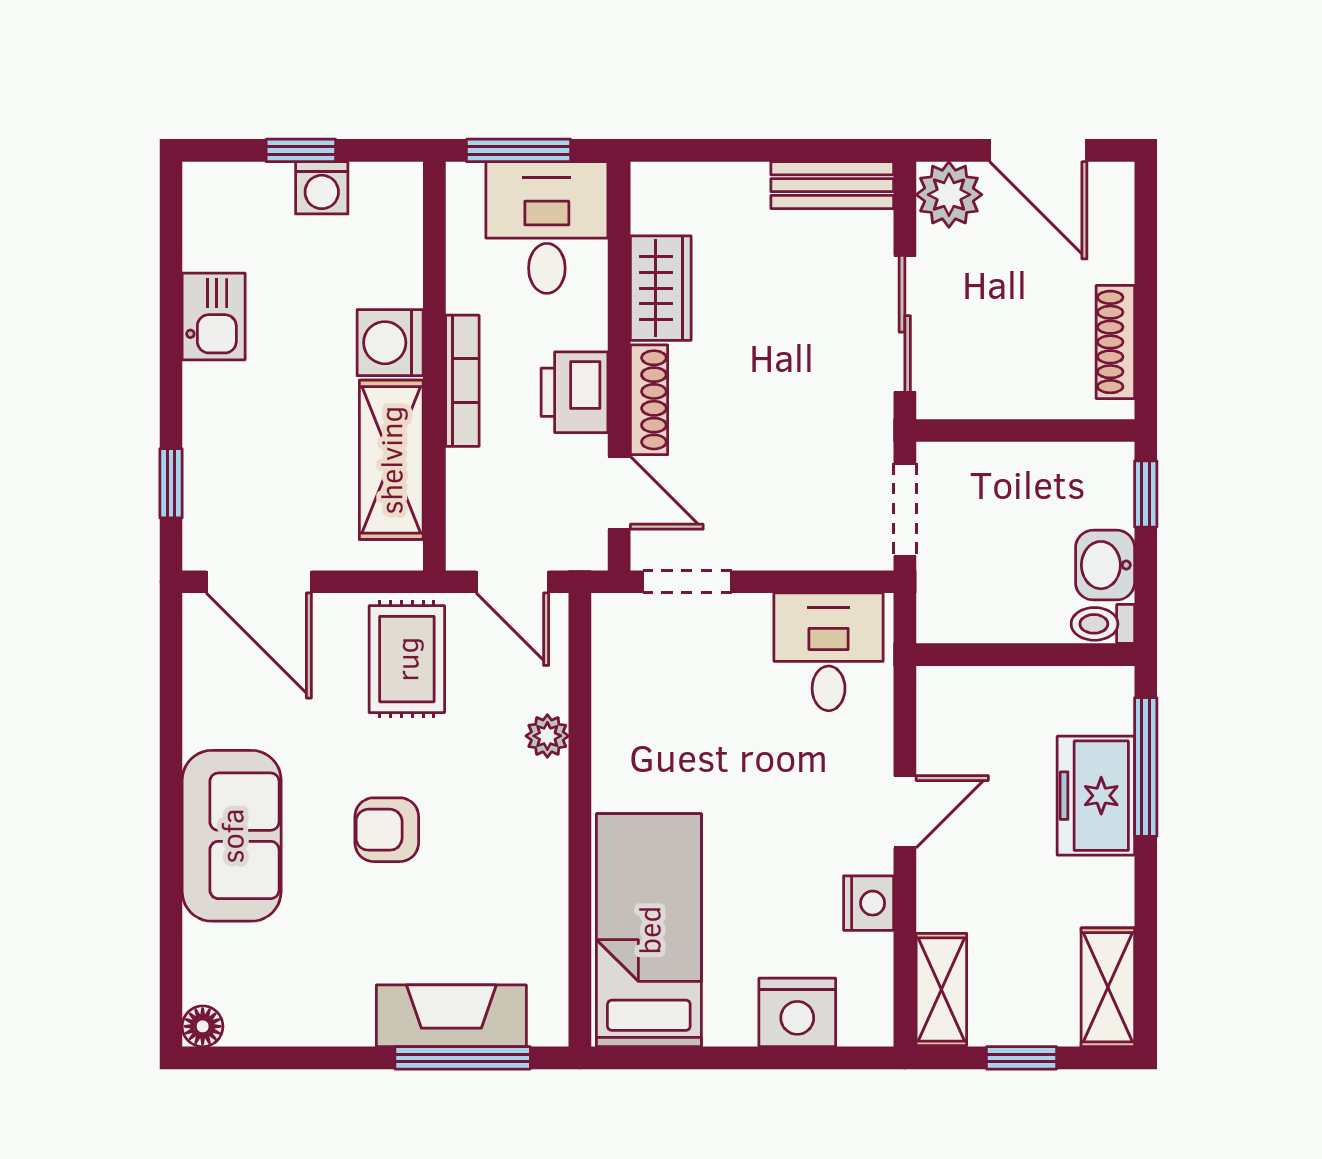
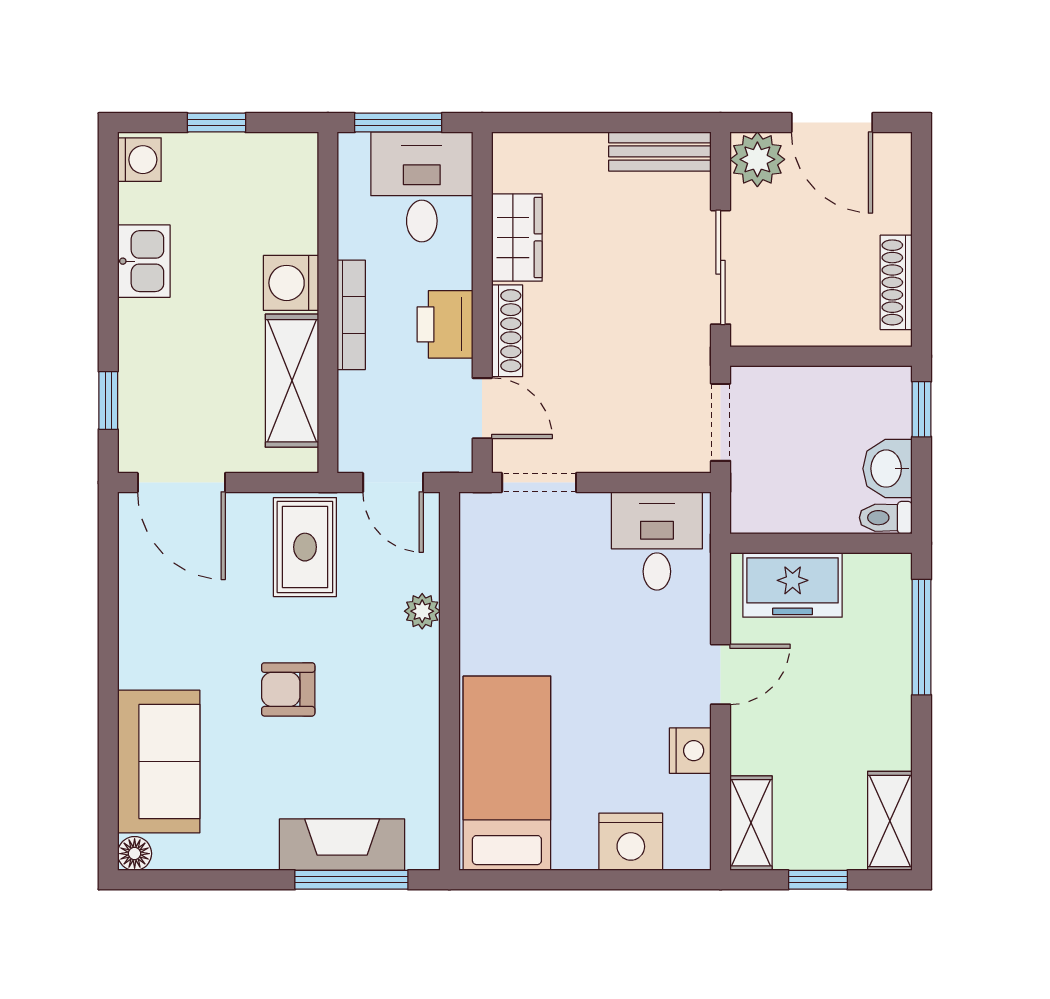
washing machine: (322, 188) -> (139, 160), moved, turned -90
freezer: (1096, 796) -> (793, 585), moved, turned -90
sofa: (232, 836) -> (159, 762), moved

